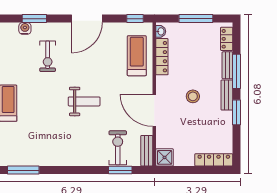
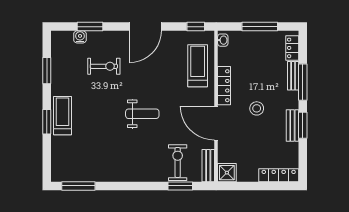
exercise bike: (48, 56) -> (104, 66), turned -90
locker: (162, 57) -> (224, 86), moved
bench: (227, 95) -> (292, 126), moved

